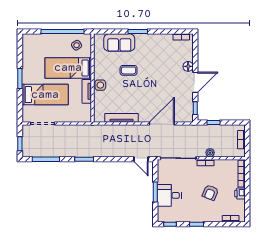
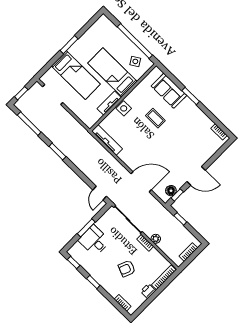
floor lamp: (188, 66) -> (171, 191), moved
tv unit: (122, 118) -> (107, 140), moved

